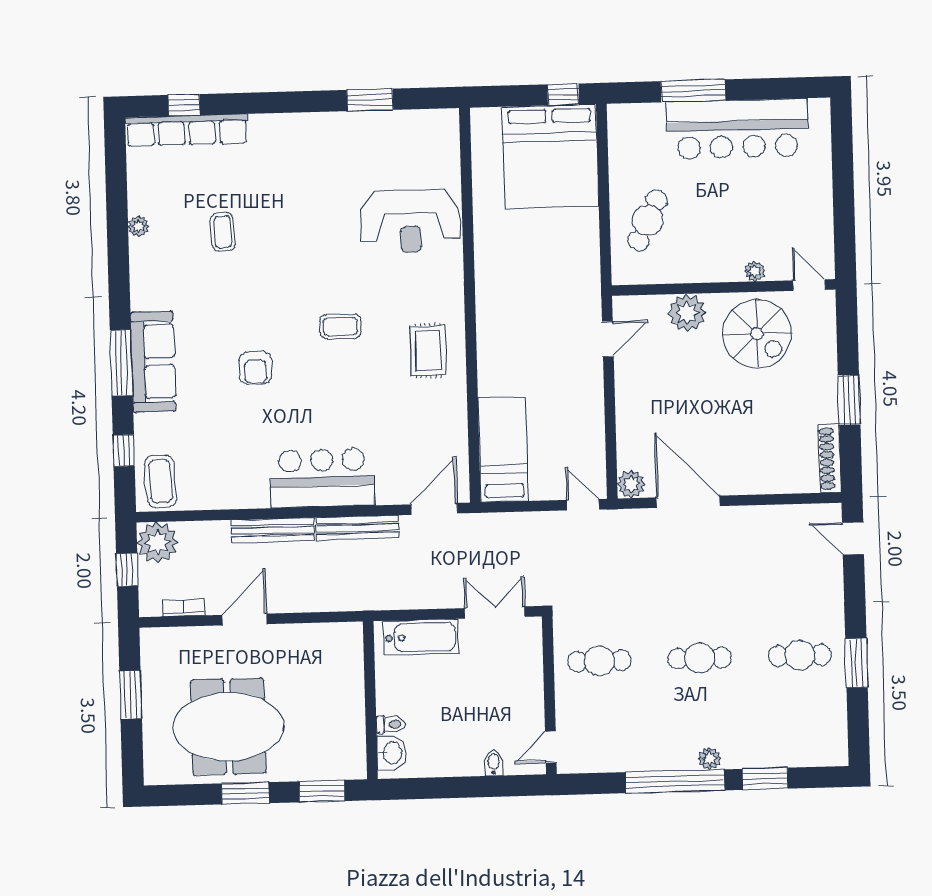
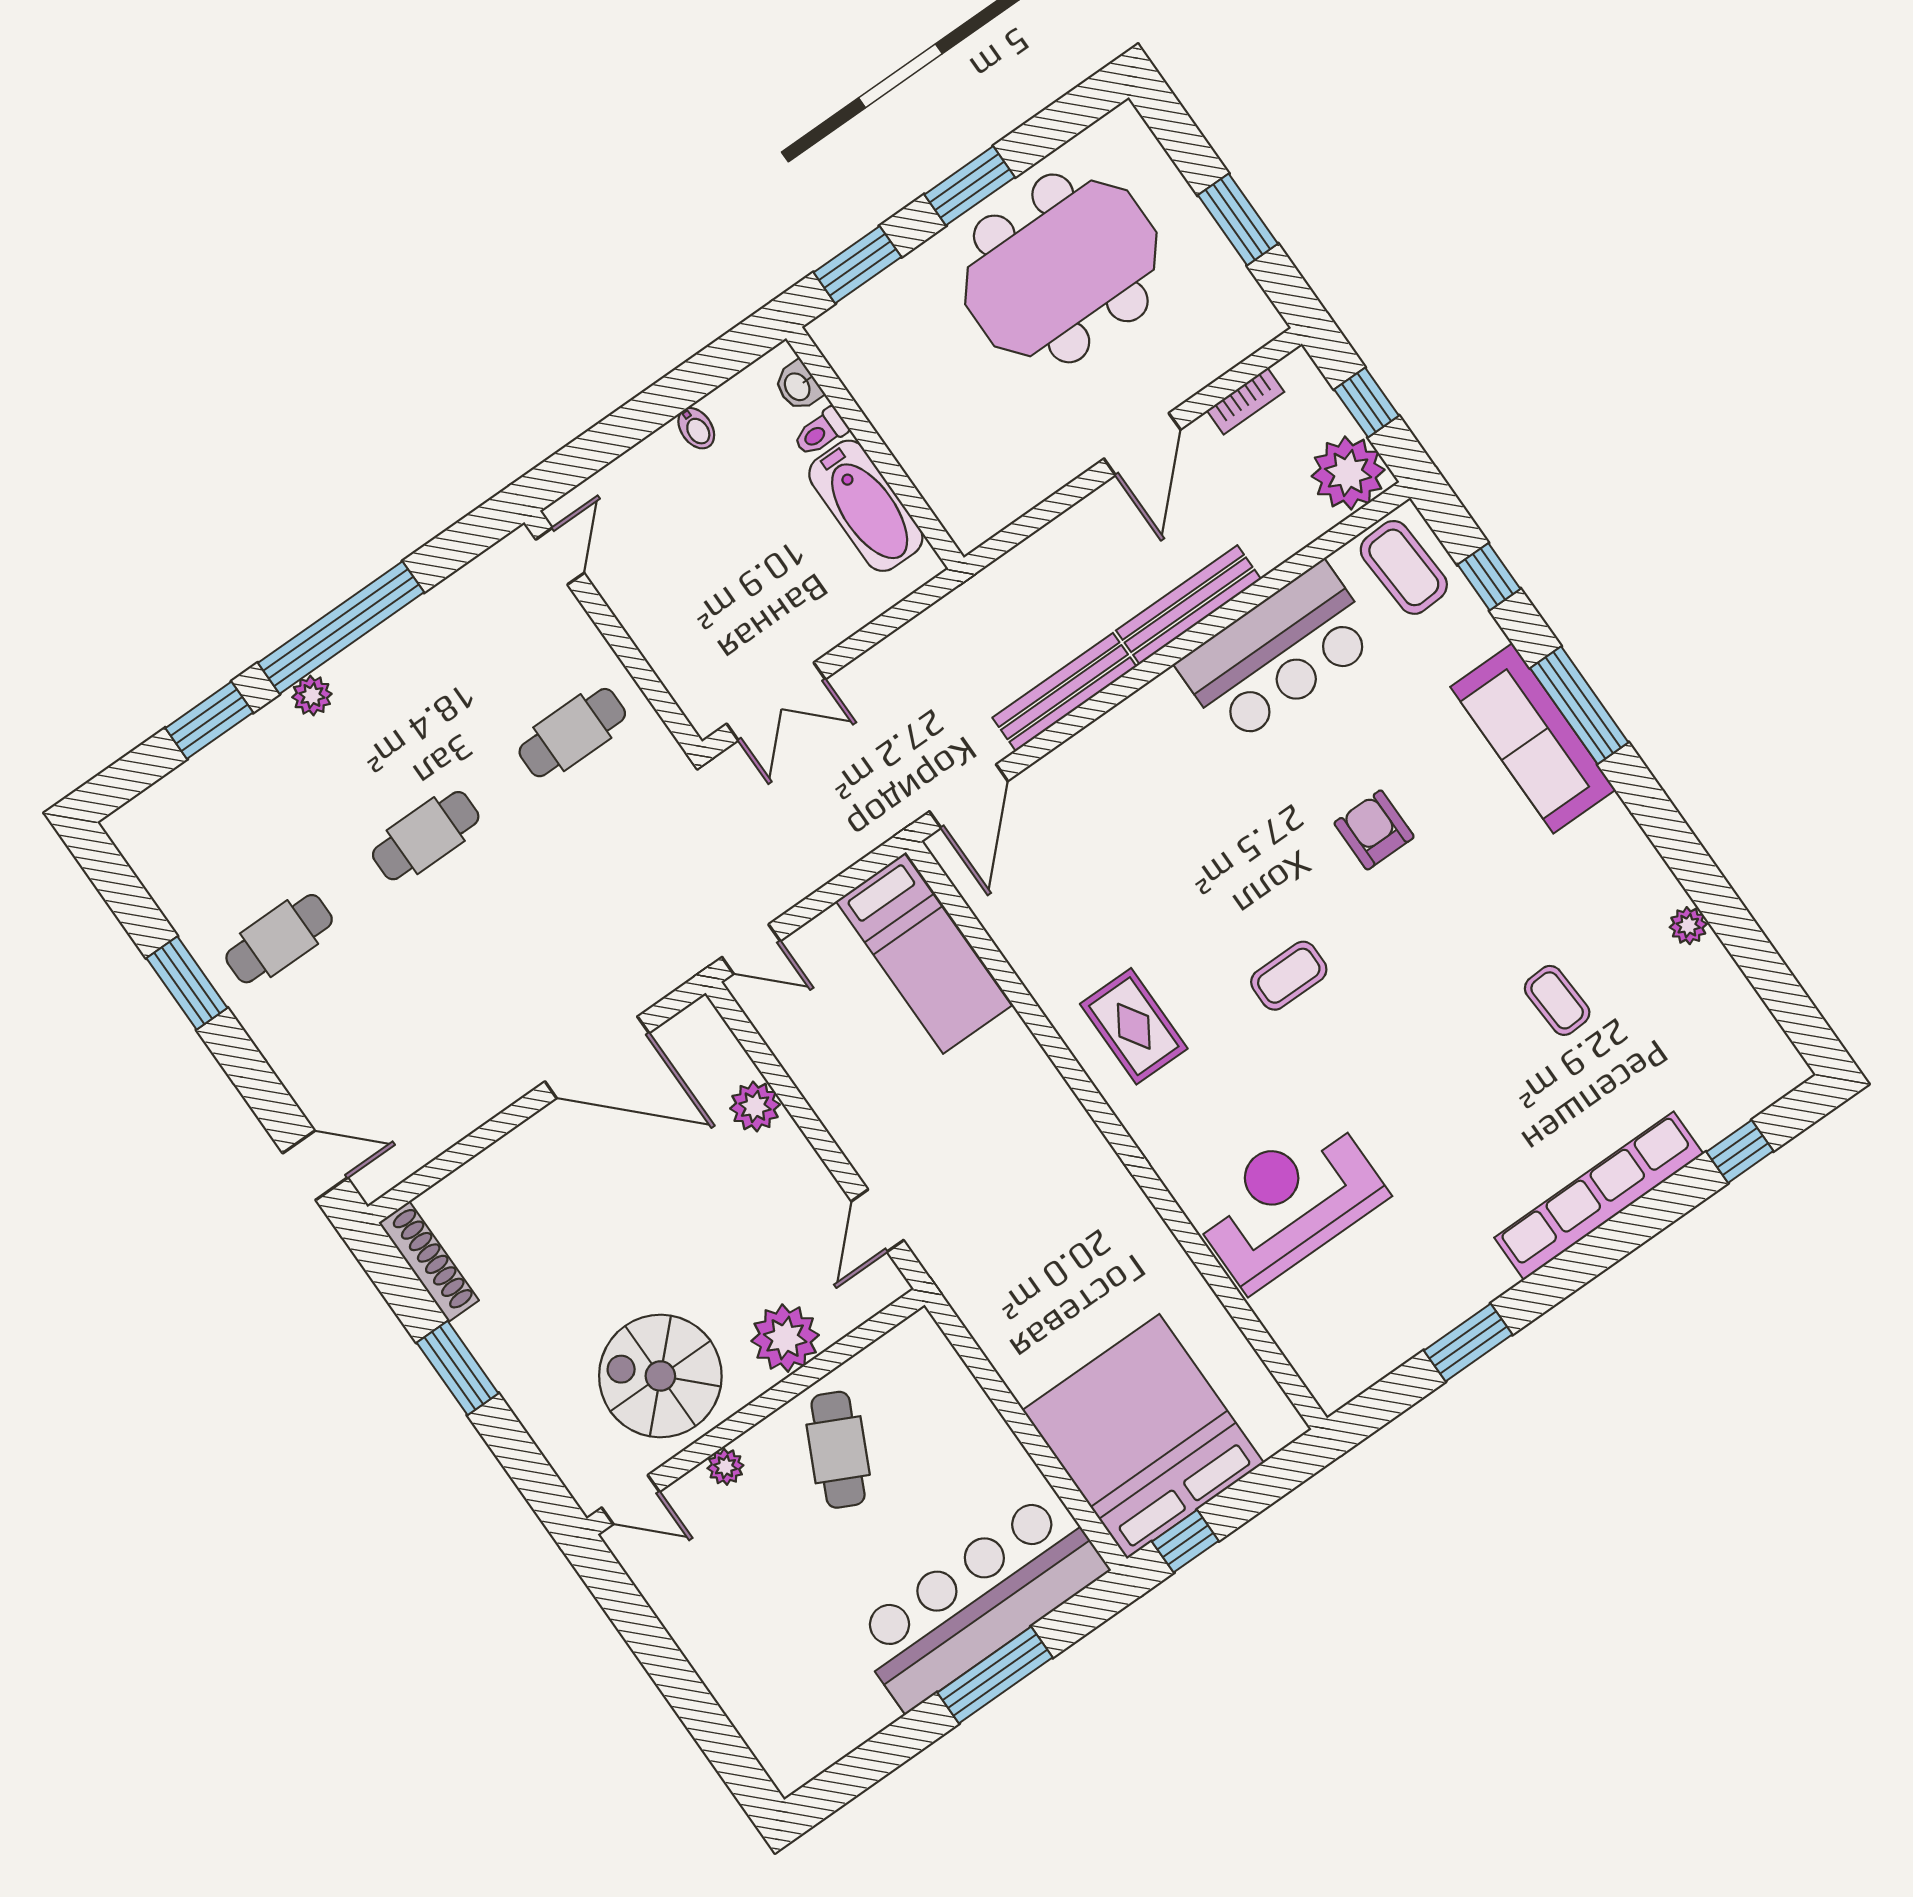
bar counter: (737, 129) -> (979, 1601), moved
row of seats: (187, 130) -> (1599, 1196), moved
cafe table: (648, 220) -> (838, 1450), moved
bar counter: (322, 478) -> (1278, 653), moved
plant: (631, 484) -> (755, 1107), moved
bathtub: (421, 637) -> (866, 506), moved, turned -90
washbasin: (392, 753) -> (798, 386), width x0.72, depth x0.69
bidet: (494, 763) -> (696, 428), moved

